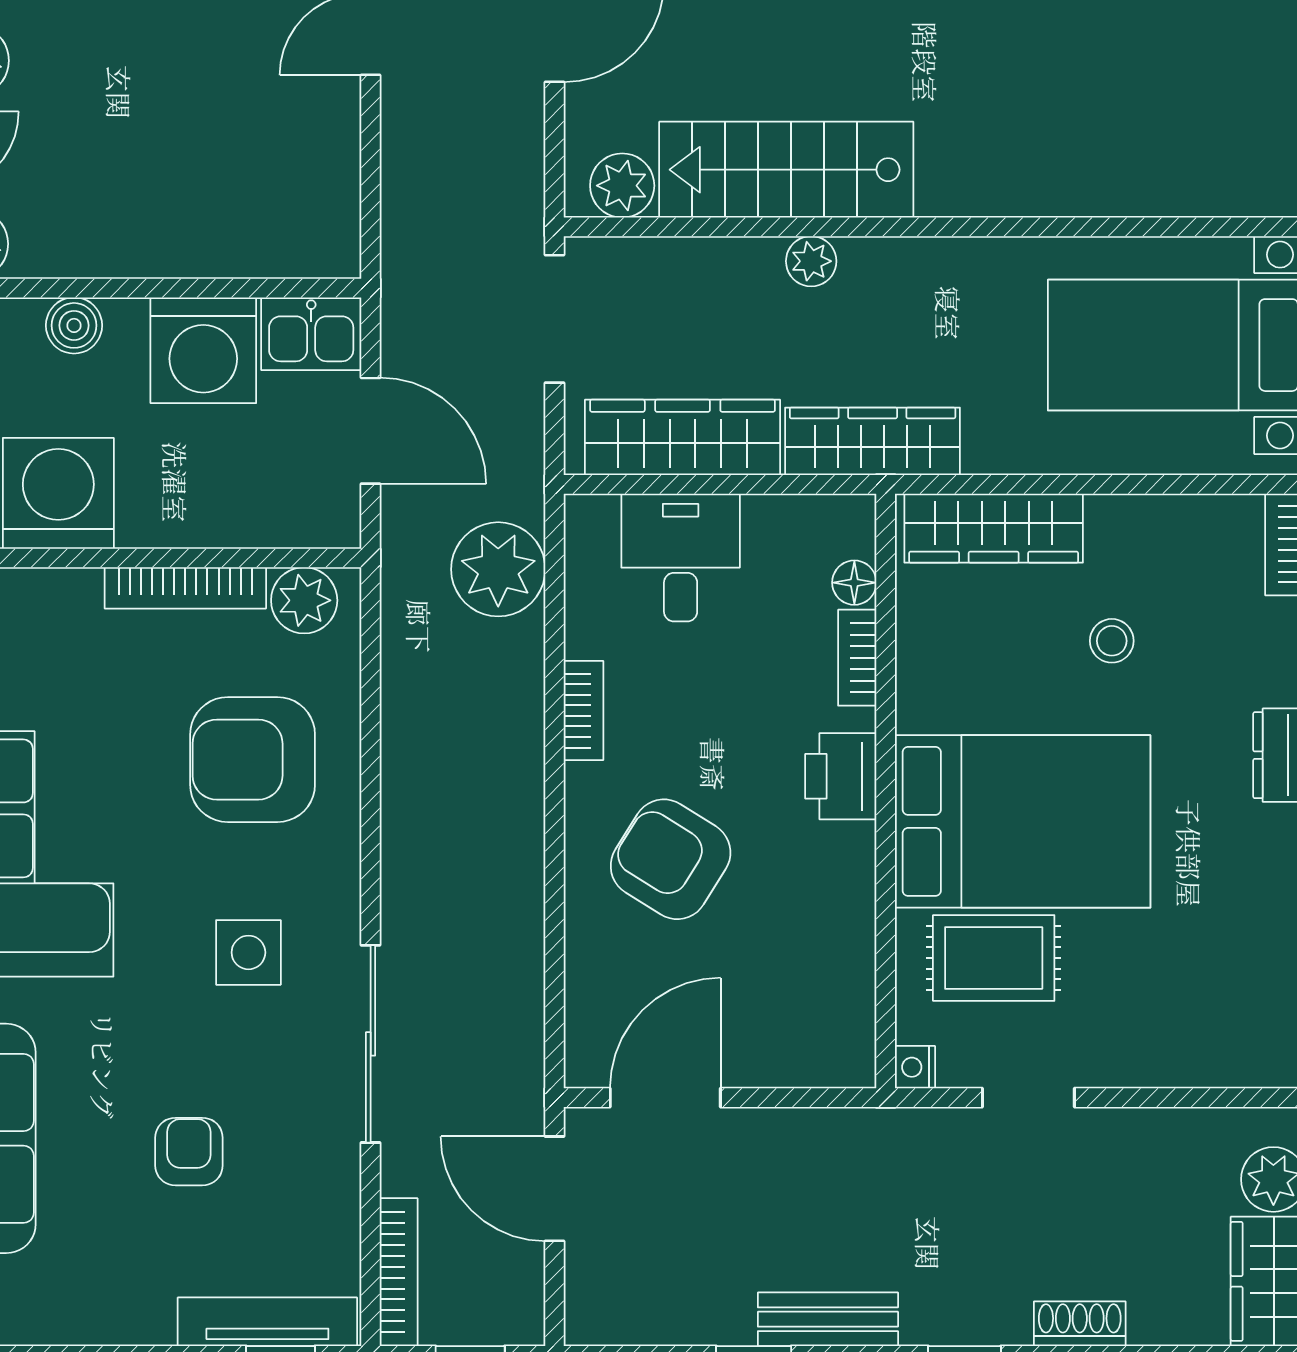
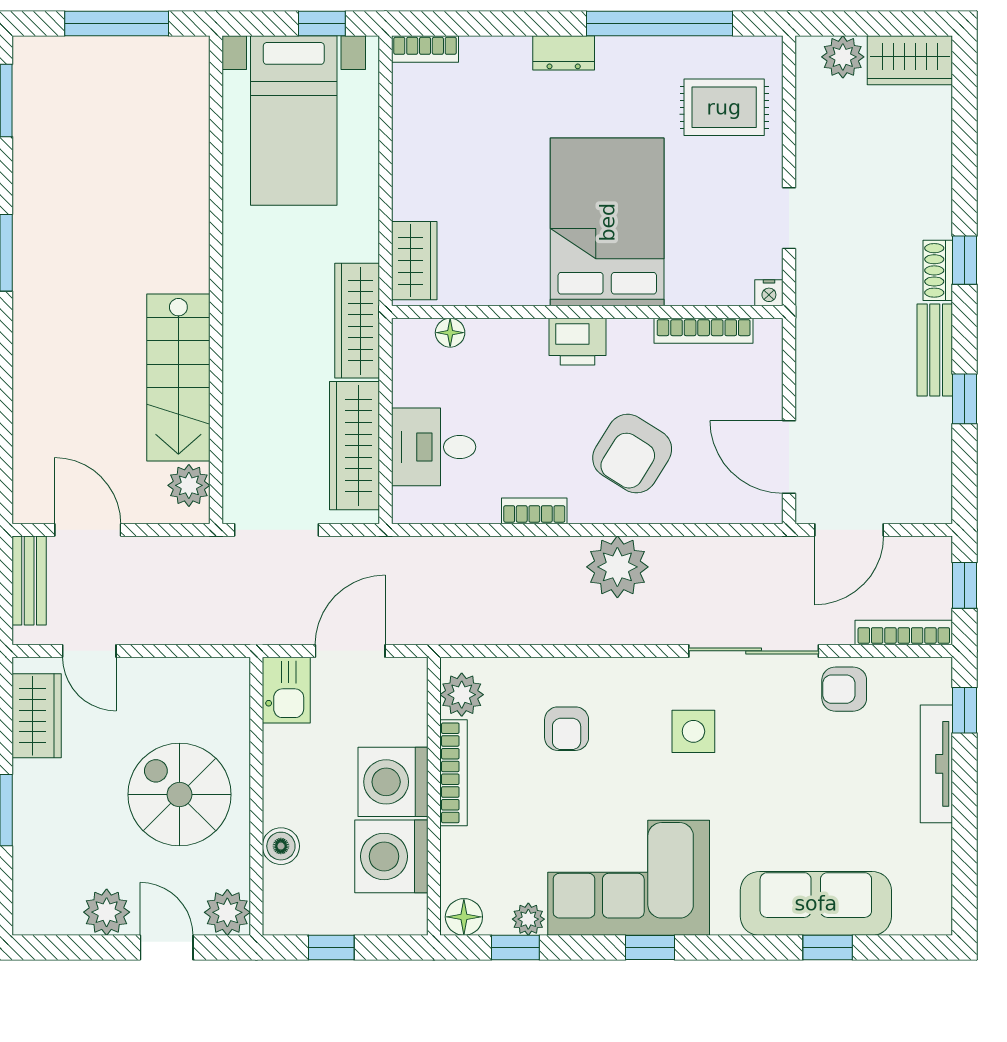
spiral stairs: (152, 171) -> (179, 795), added
plant: (811, 261) -> (239, 361), removed
washing machine: (203, 350) -> (393, 782), moved, turned 180
wardrobe: (994, 528) -> (414, 261), width x0.67
plant: (498, 569) -> (617, 567), moved
stool: (1112, 641) -> (488, 163), removed
bookcase: (857, 658) -> (704, 331), moved, width x1.56
armchair: (253, 760) -> (567, 729), width x0.53, depth x0.53
rug: (994, 958) -> (724, 107), moved, turned 90
armchair: (189, 1152) -> (844, 689), moved
tv unit: (267, 1322) -> (936, 764), moved
shoe rack: (1080, 1324) -> (938, 270), moved

